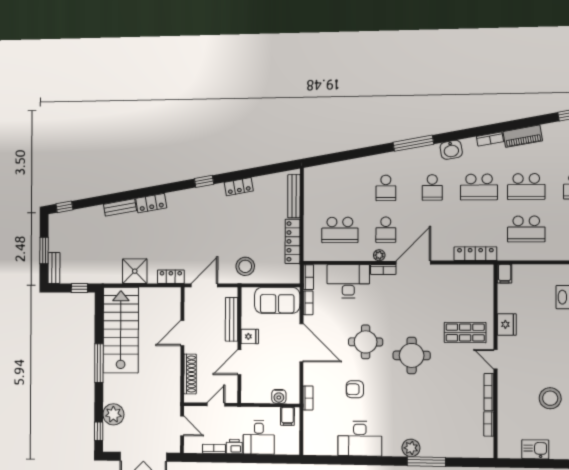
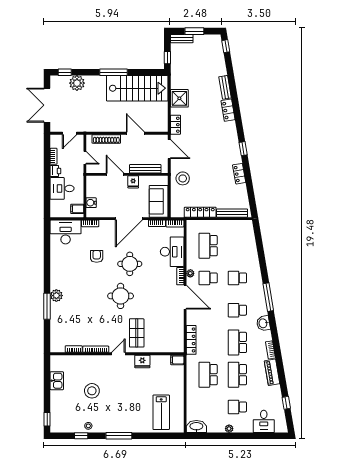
desk: (360, 439) -> (66, 232), moved, turned 90

